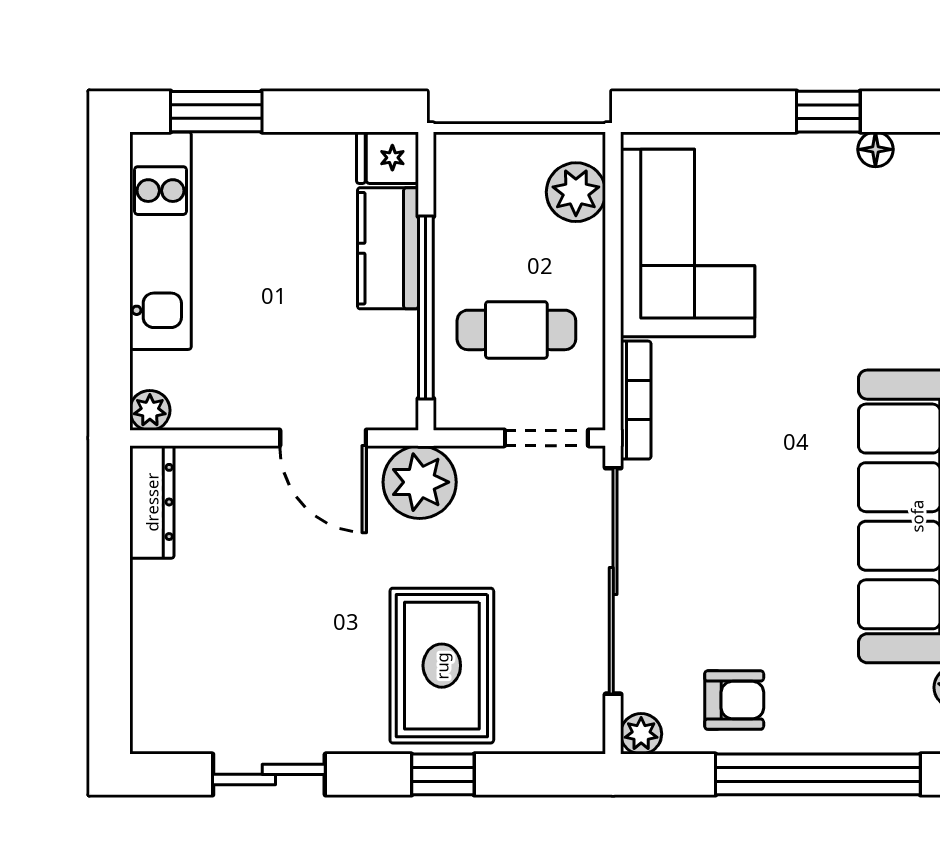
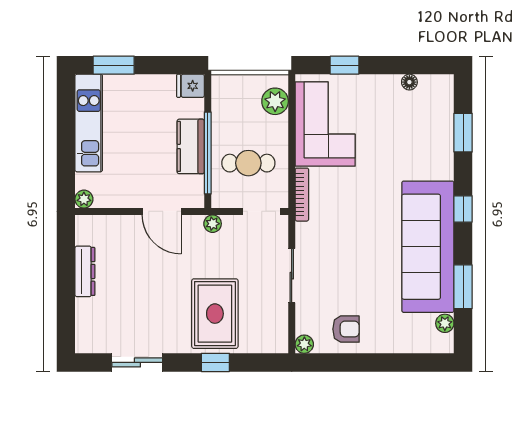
window: (828, 112) -> (344, 65), moved
kitchen counter: (388, 248) -> (191, 146), moved
plant: (420, 482) -> (213, 224), width x0.53, depth x0.53
dresser: (152, 502) -> (85, 271), moved
sliding door: (613, 581) -> (292, 276), width x0.54
window: (818, 774) -> (384, 362), removed

